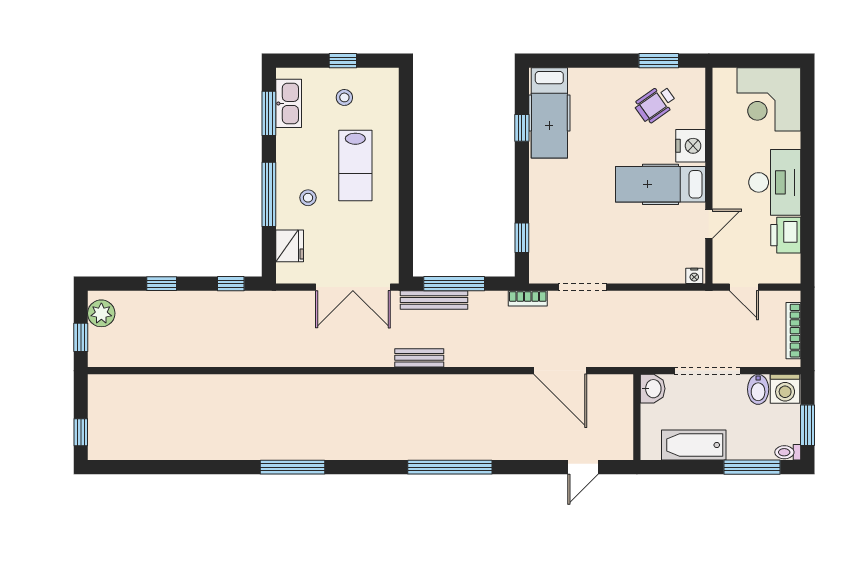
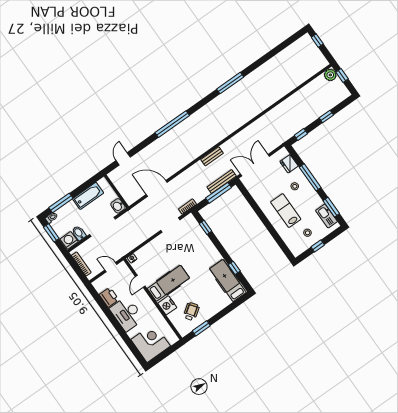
plant: (101, 313) -> (330, 75), moved

